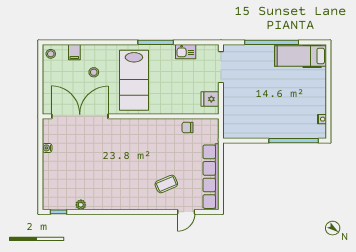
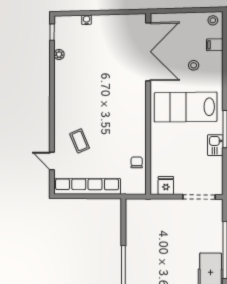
kitchen sink: (186, 52) -> (215, 145), moved
water cooler: (47, 148) -> (87, 20), moved

